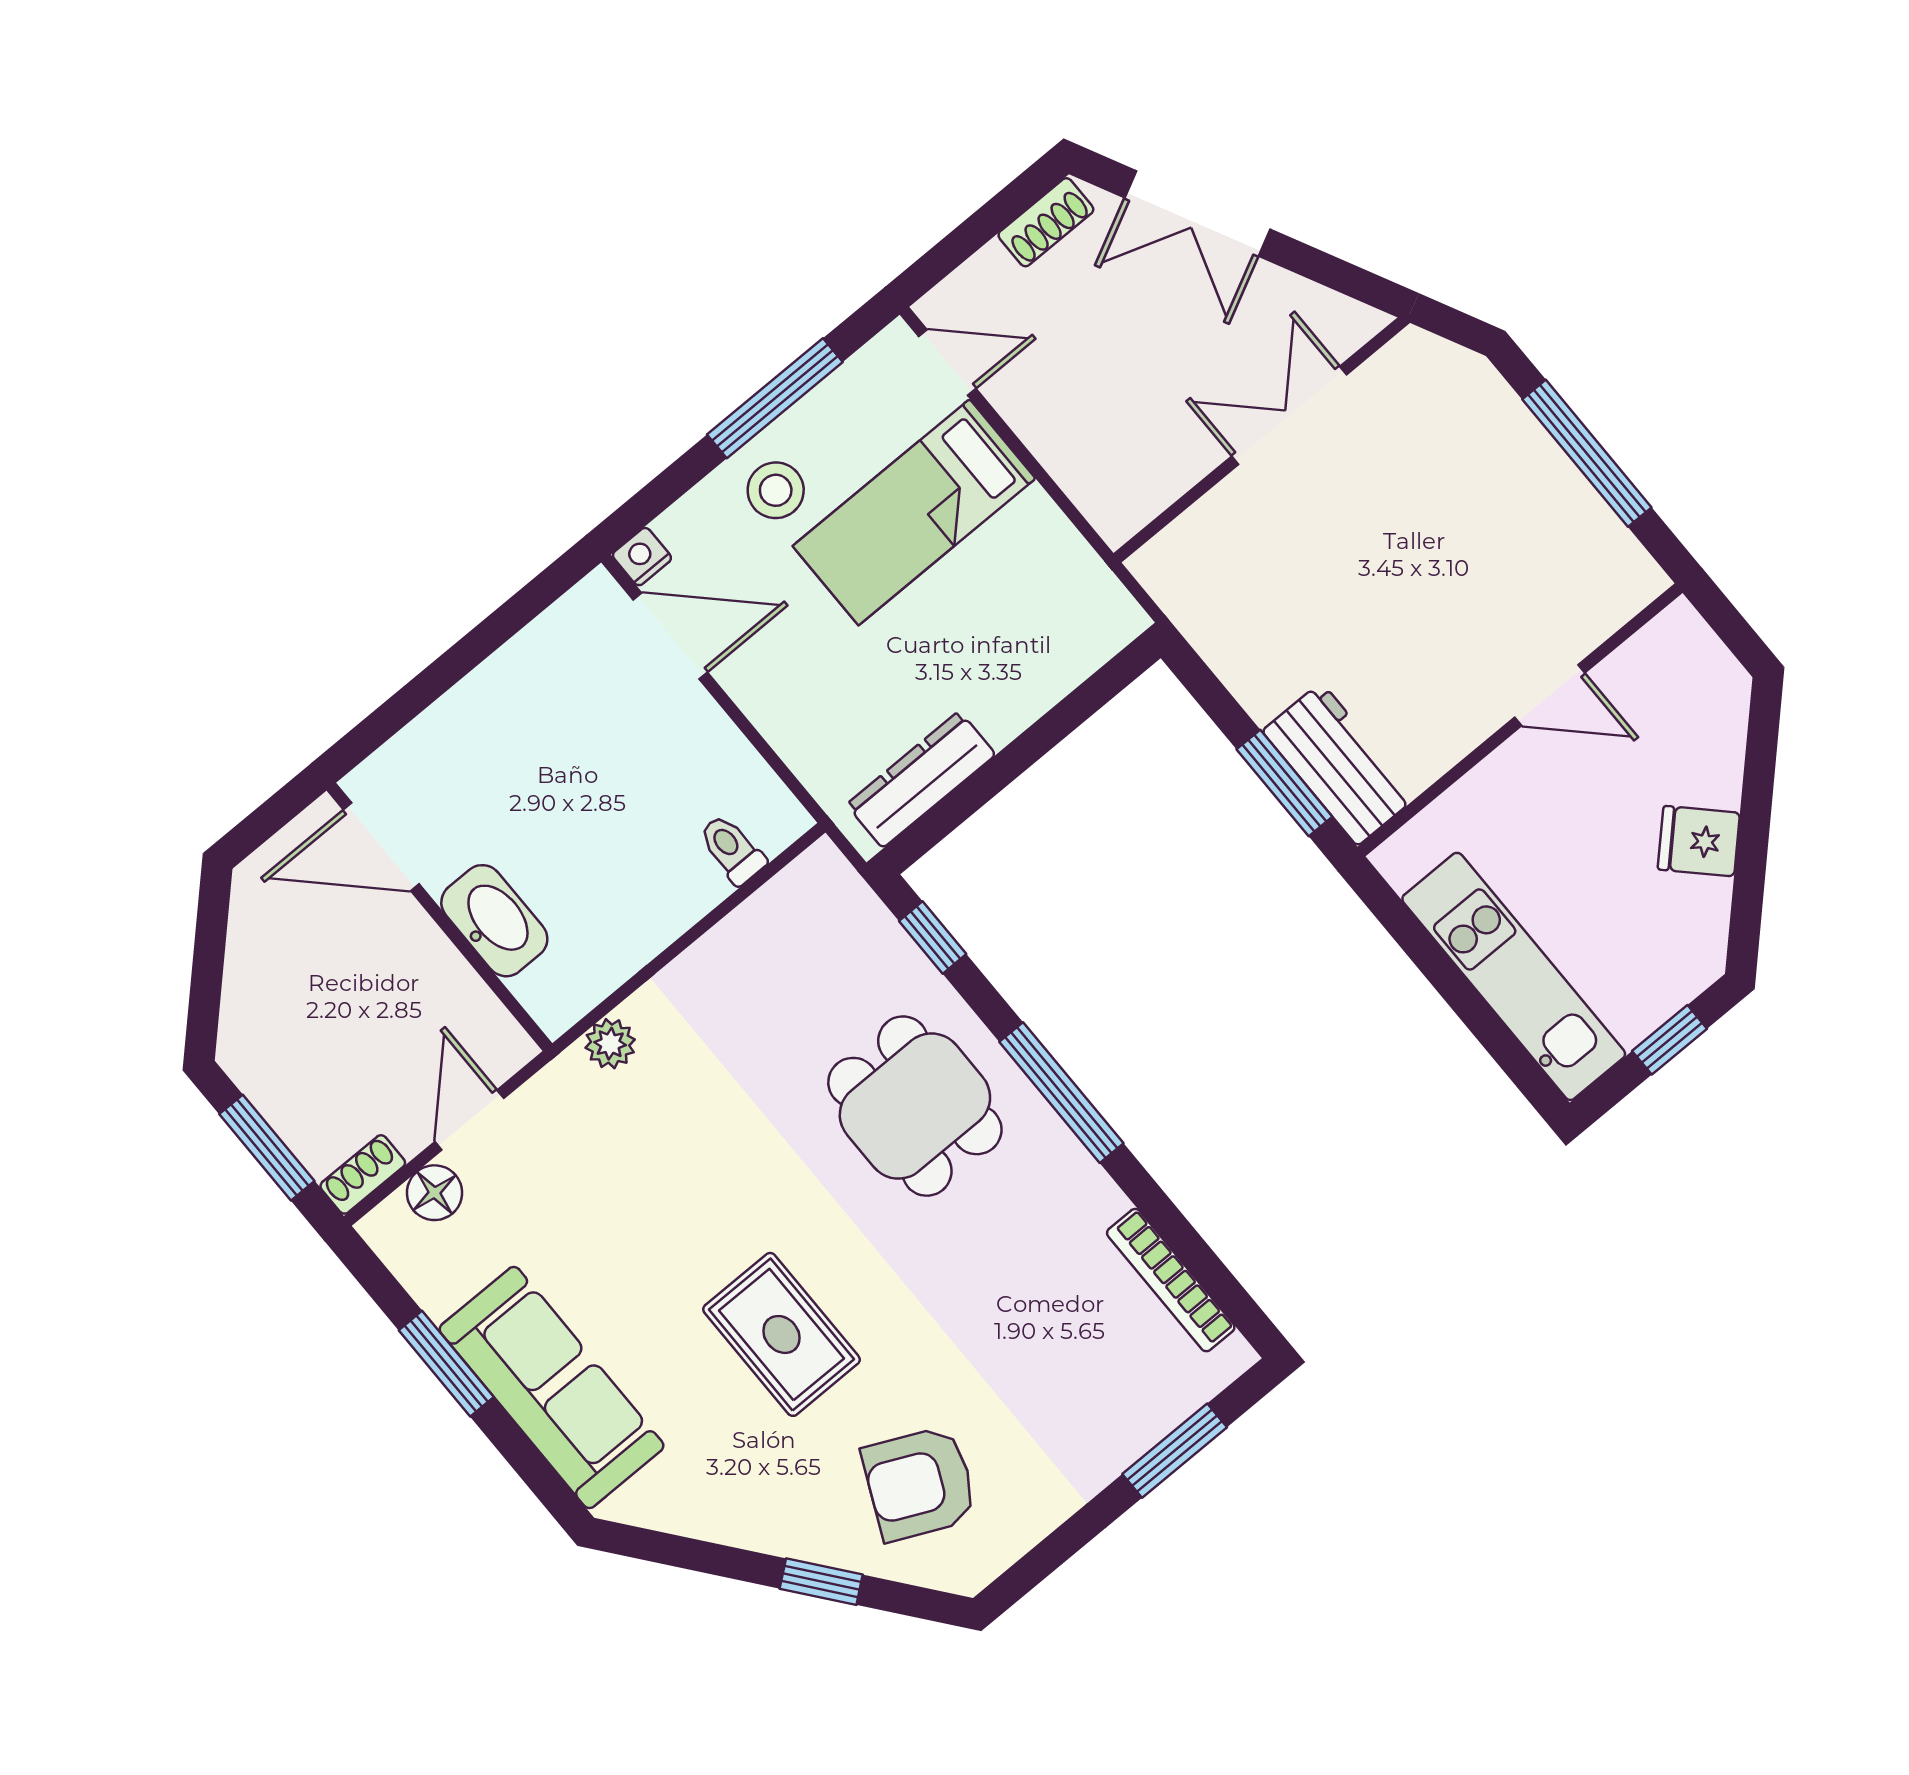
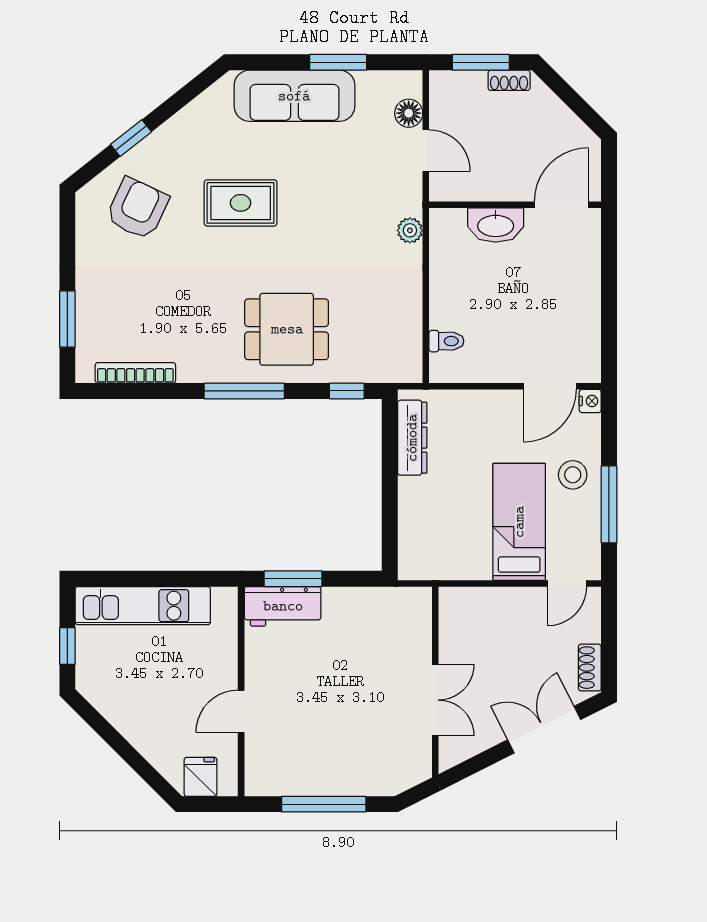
fridge: (1699, 841) -> (201, 777), moved, turned -45
shoe rack: (363, 1174) -> (509, 80), moved, turned 90

